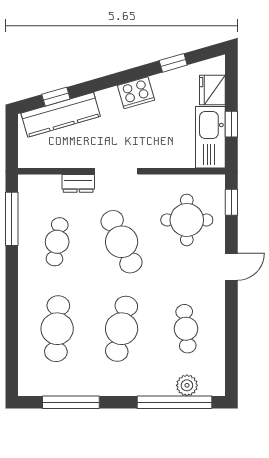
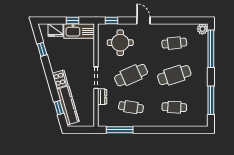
cooker: (136, 93) -> (60, 79), moved
cafe table: (57, 329) -> (174, 107), width x0.73, depth x0.74
cafe table: (122, 329) -> (174, 75), turned -30
plant: (187, 385) -> (202, 29), moved

